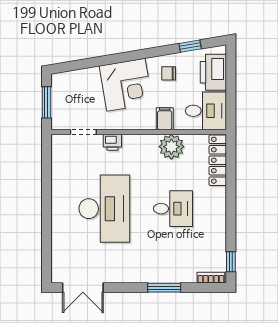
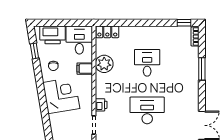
locker: (218, 160) -> (107, 32), width x0.66
desk: (104, 209) -> (147, 110), width x0.73, depth x0.77

